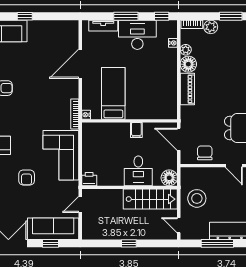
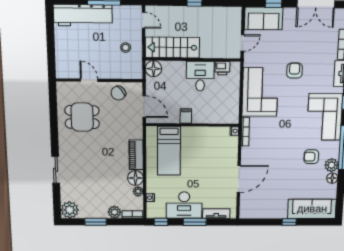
bed: (113, 93) -> (169, 151), moved
chair: (205, 153) -> (118, 93), turned 50
desk: (138, 171) -> (200, 76), moved
printer: (89, 179) -> (222, 68), moved
stool: (197, 198) -> (126, 48), width x0.53, depth x0.53
sofa: (53, 229) -> (264, 18), width x0.73

